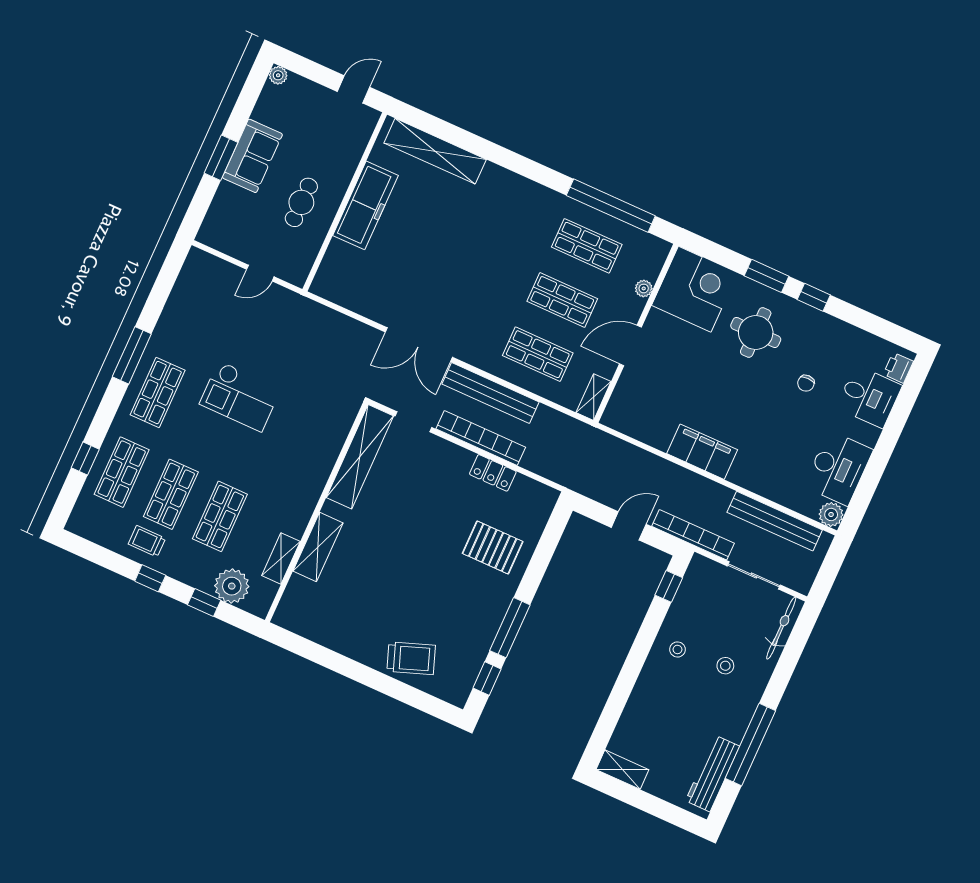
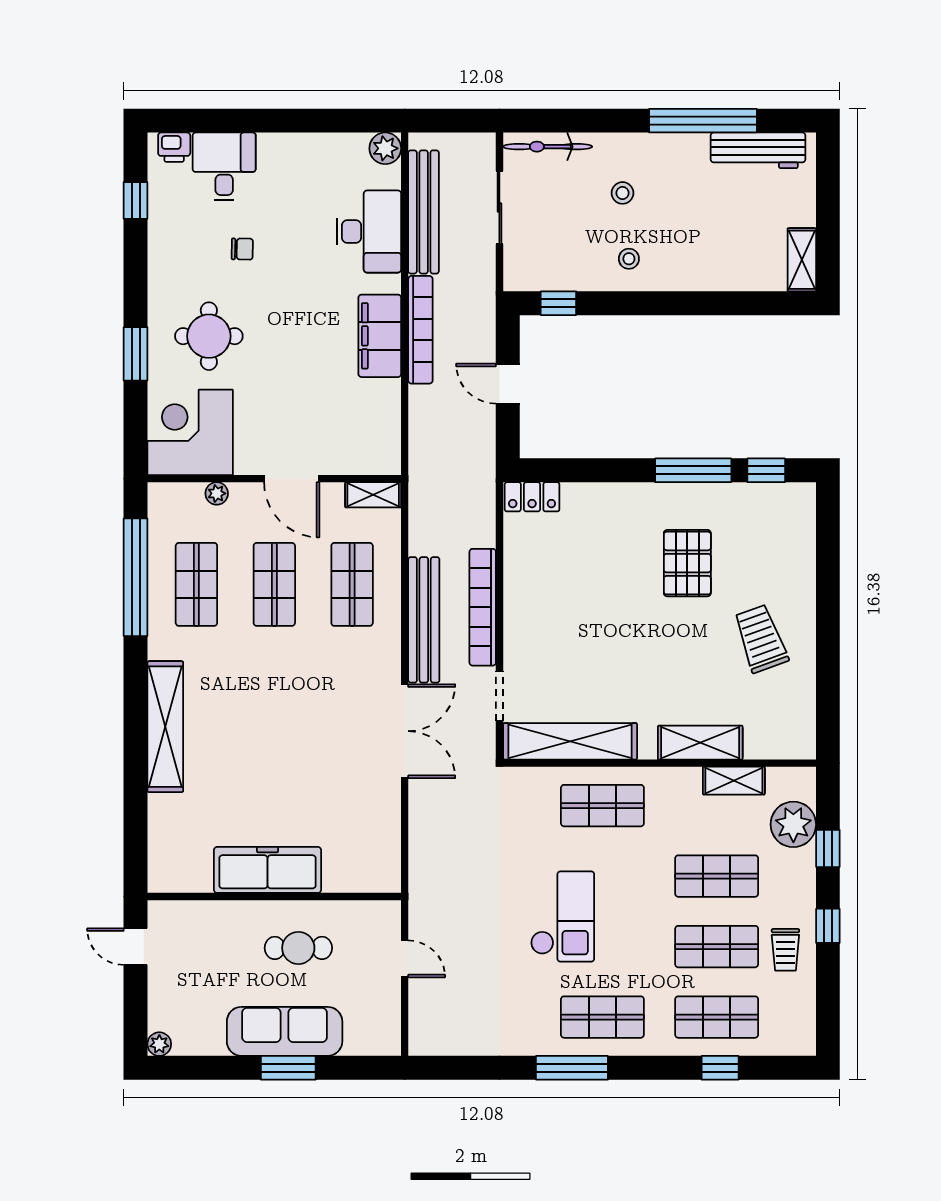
shelving: (435, 151) -> (165, 727), moved
sofa: (252, 156) -> (285, 1031), width x1.36
window: (814, 297) -> (136, 200), moved
shop shelf: (305, 459) -> (602, 806), added
desk: (838, 468) -> (369, 232), moved, turned 90
locker: (493, 473) -> (532, 497), moved, turned 90
bookcase: (693, 535) -> (420, 330), moved, turned 180
pallet: (493, 547) -> (687, 563), moved
trolley: (411, 658) -> (761, 639), moved

